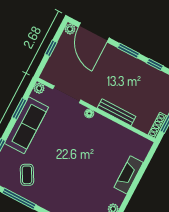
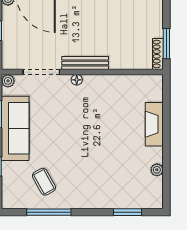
bench: (117, 112) -> (85, 63), moved

